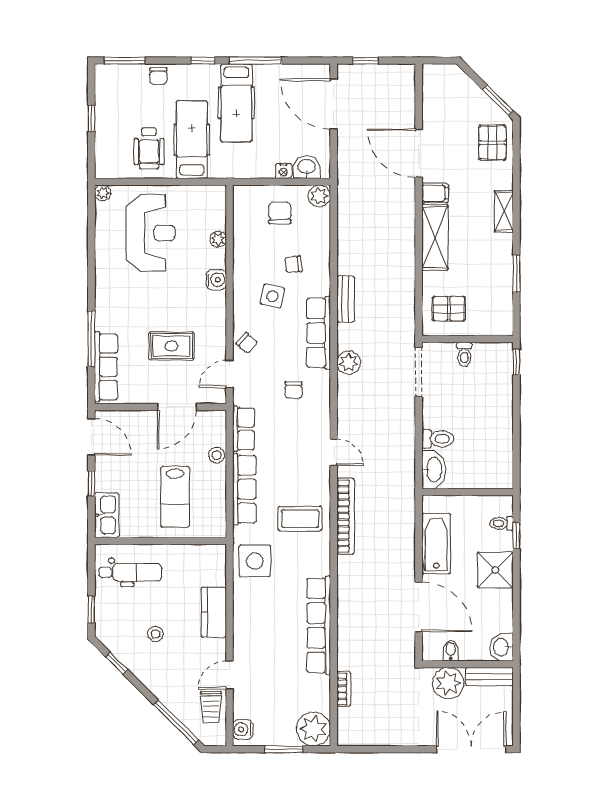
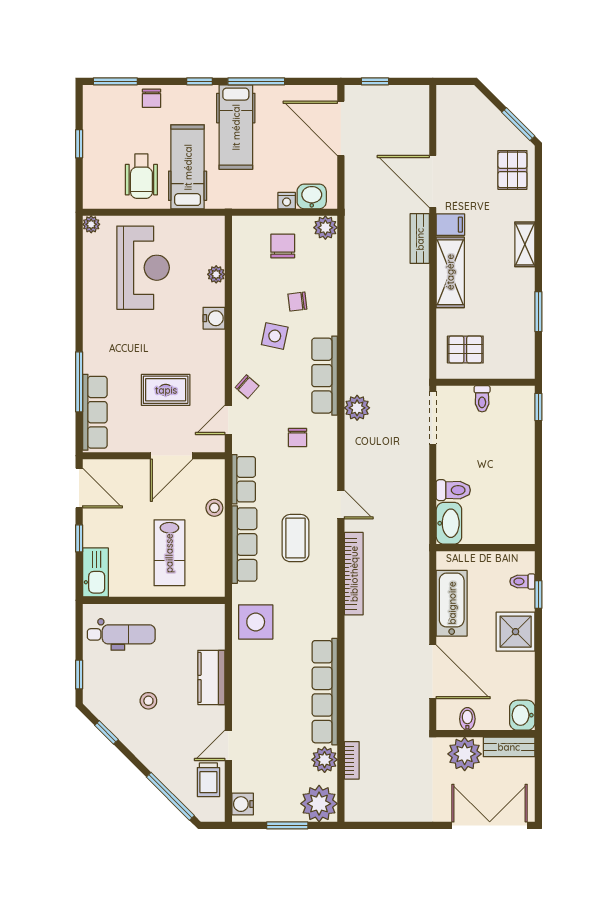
bench: (346, 299) -> (420, 239), moved
coffee table: (300, 519) -> (296, 538), moved, turned 90
plant: (318, 688) -> (325, 760), added

